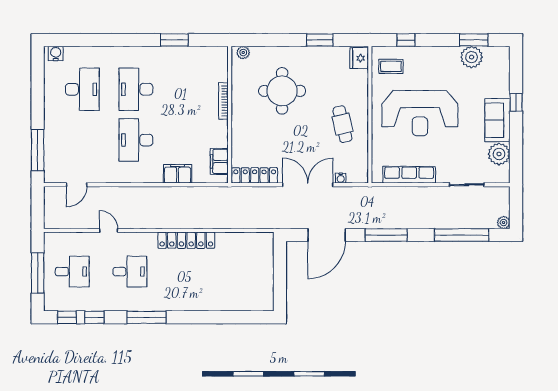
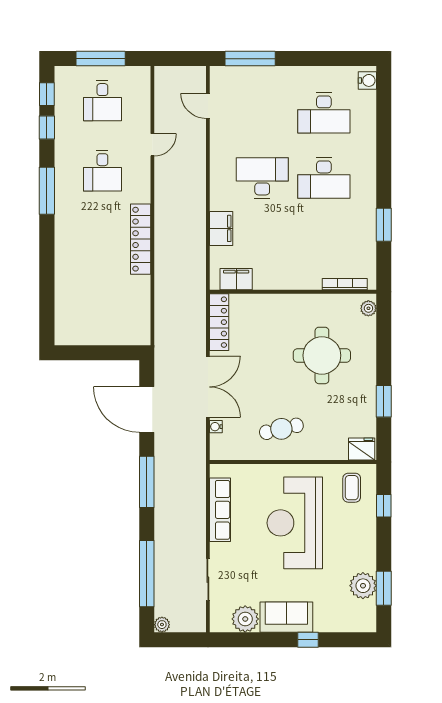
desk: (136, 89) -> (324, 178), turned 180
bookcase: (223, 101) -> (345, 284), moved

